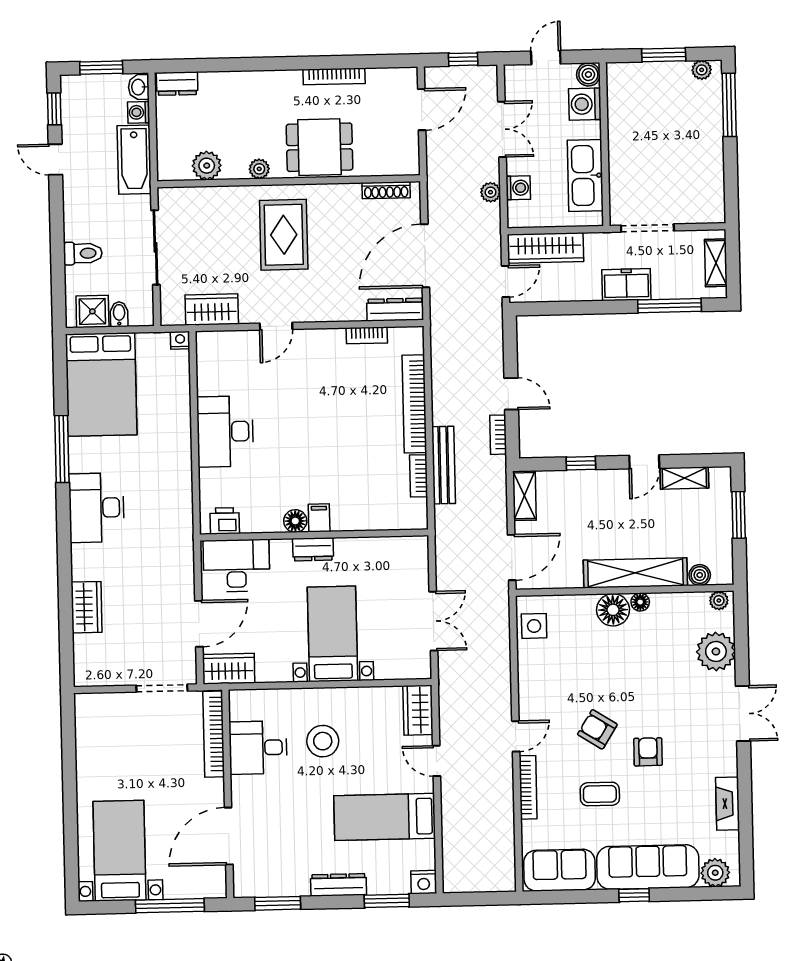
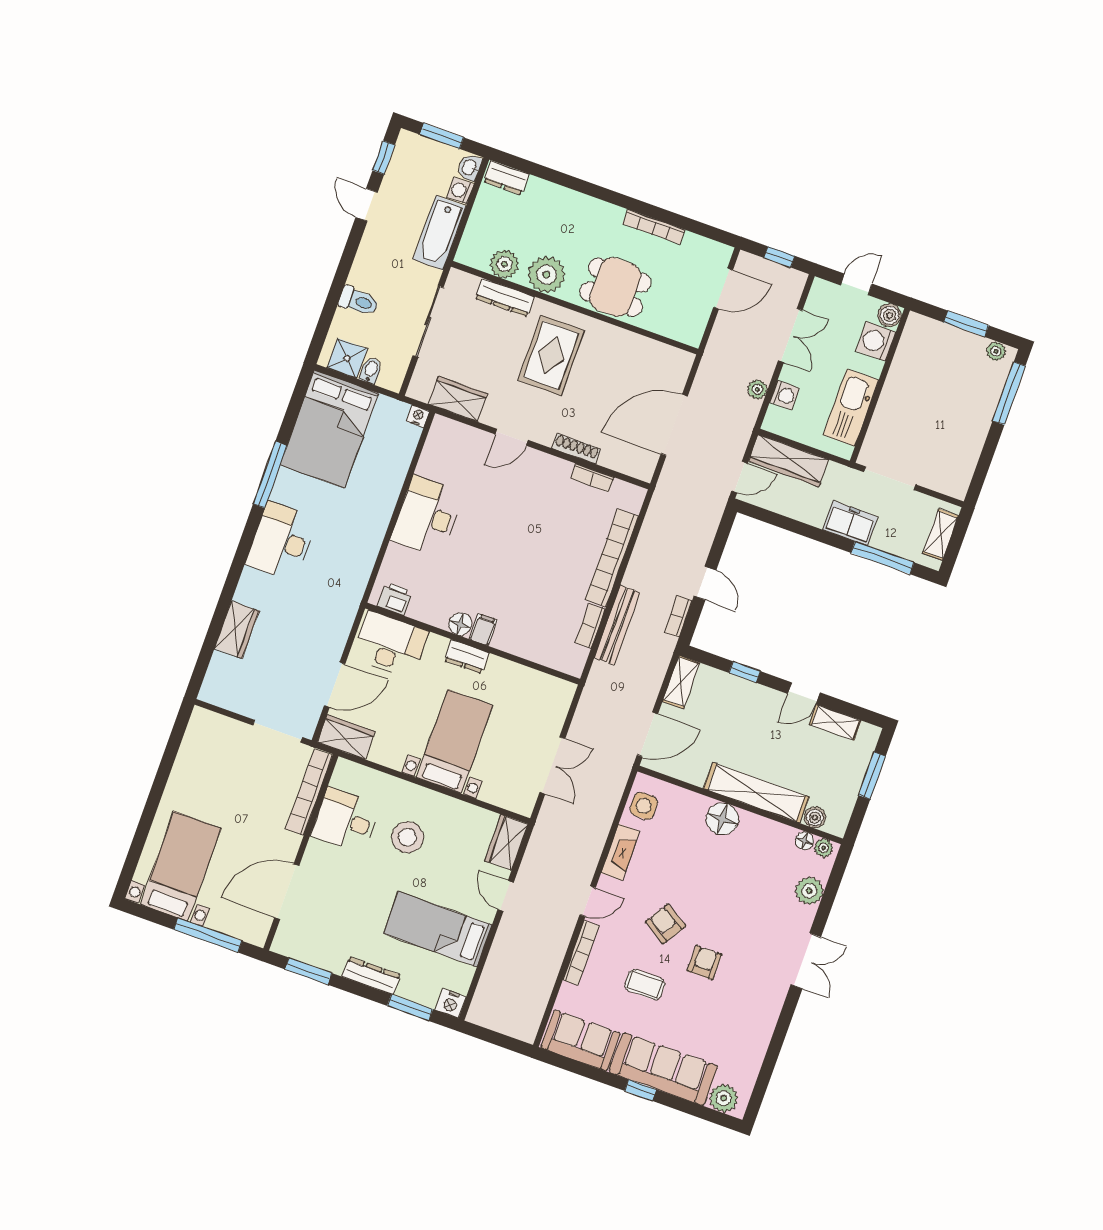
plant: (259, 169) -> (547, 275), width x1.87, depth x1.87
shoe rack: (386, 190) -> (576, 449), moved, turned 180
dresser: (395, 310) -> (505, 297), moved, turned 180
floor lamp: (640, 602) -> (805, 841), moved
plant: (716, 651) -> (809, 891), width x0.73, depth x0.73
fireplace: (728, 804) -> (620, 852), moved, turned 180

